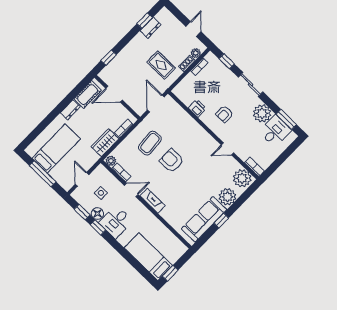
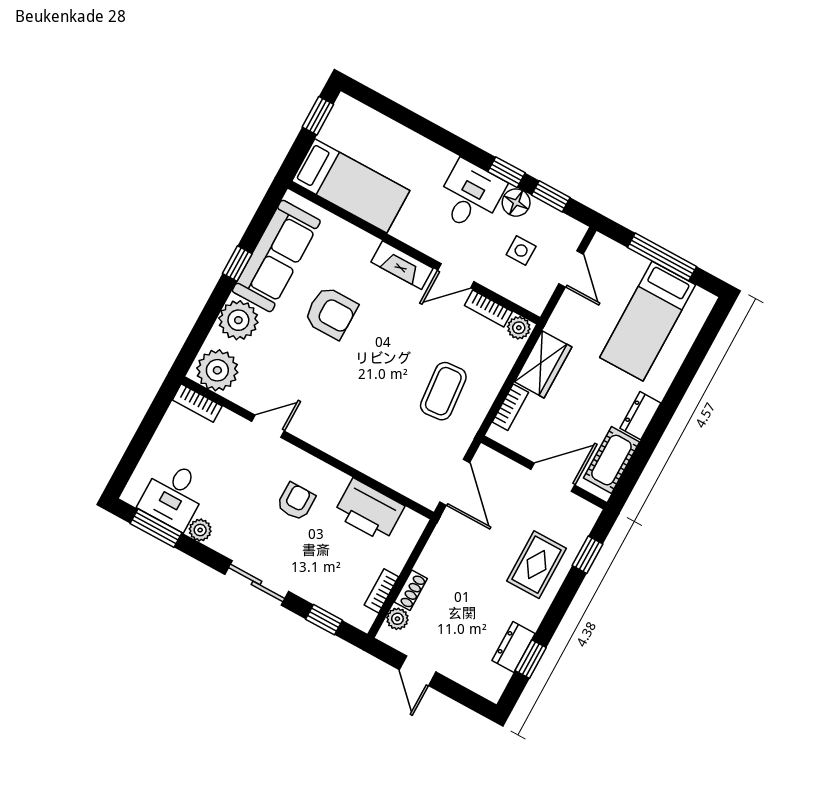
rug: (161, 65) -> (536, 565), moved, turned 90
printer: (197, 108) -> (369, 510), width x1.87, depth x1.48
plant: (262, 113) -> (200, 530), width x0.53, depth x0.53
armchair: (172, 161) -> (331, 313), moved
bed: (148, 257) -> (351, 186), moved

